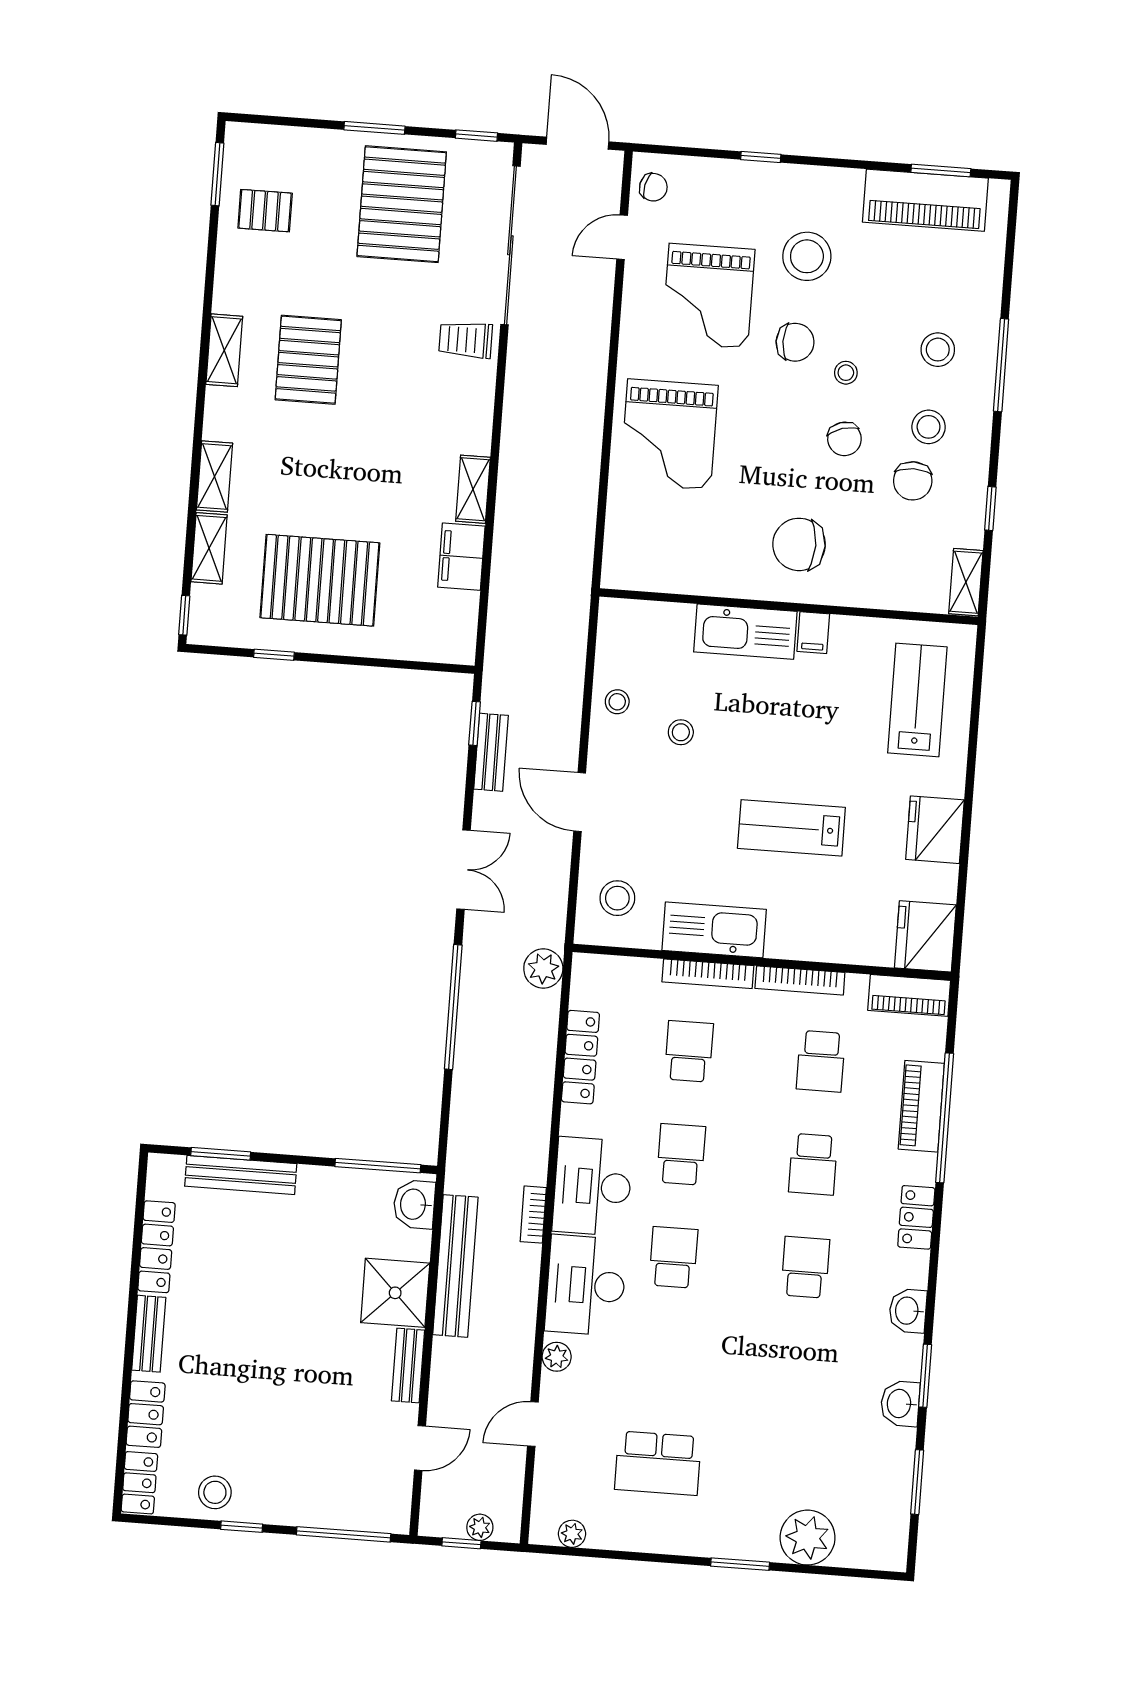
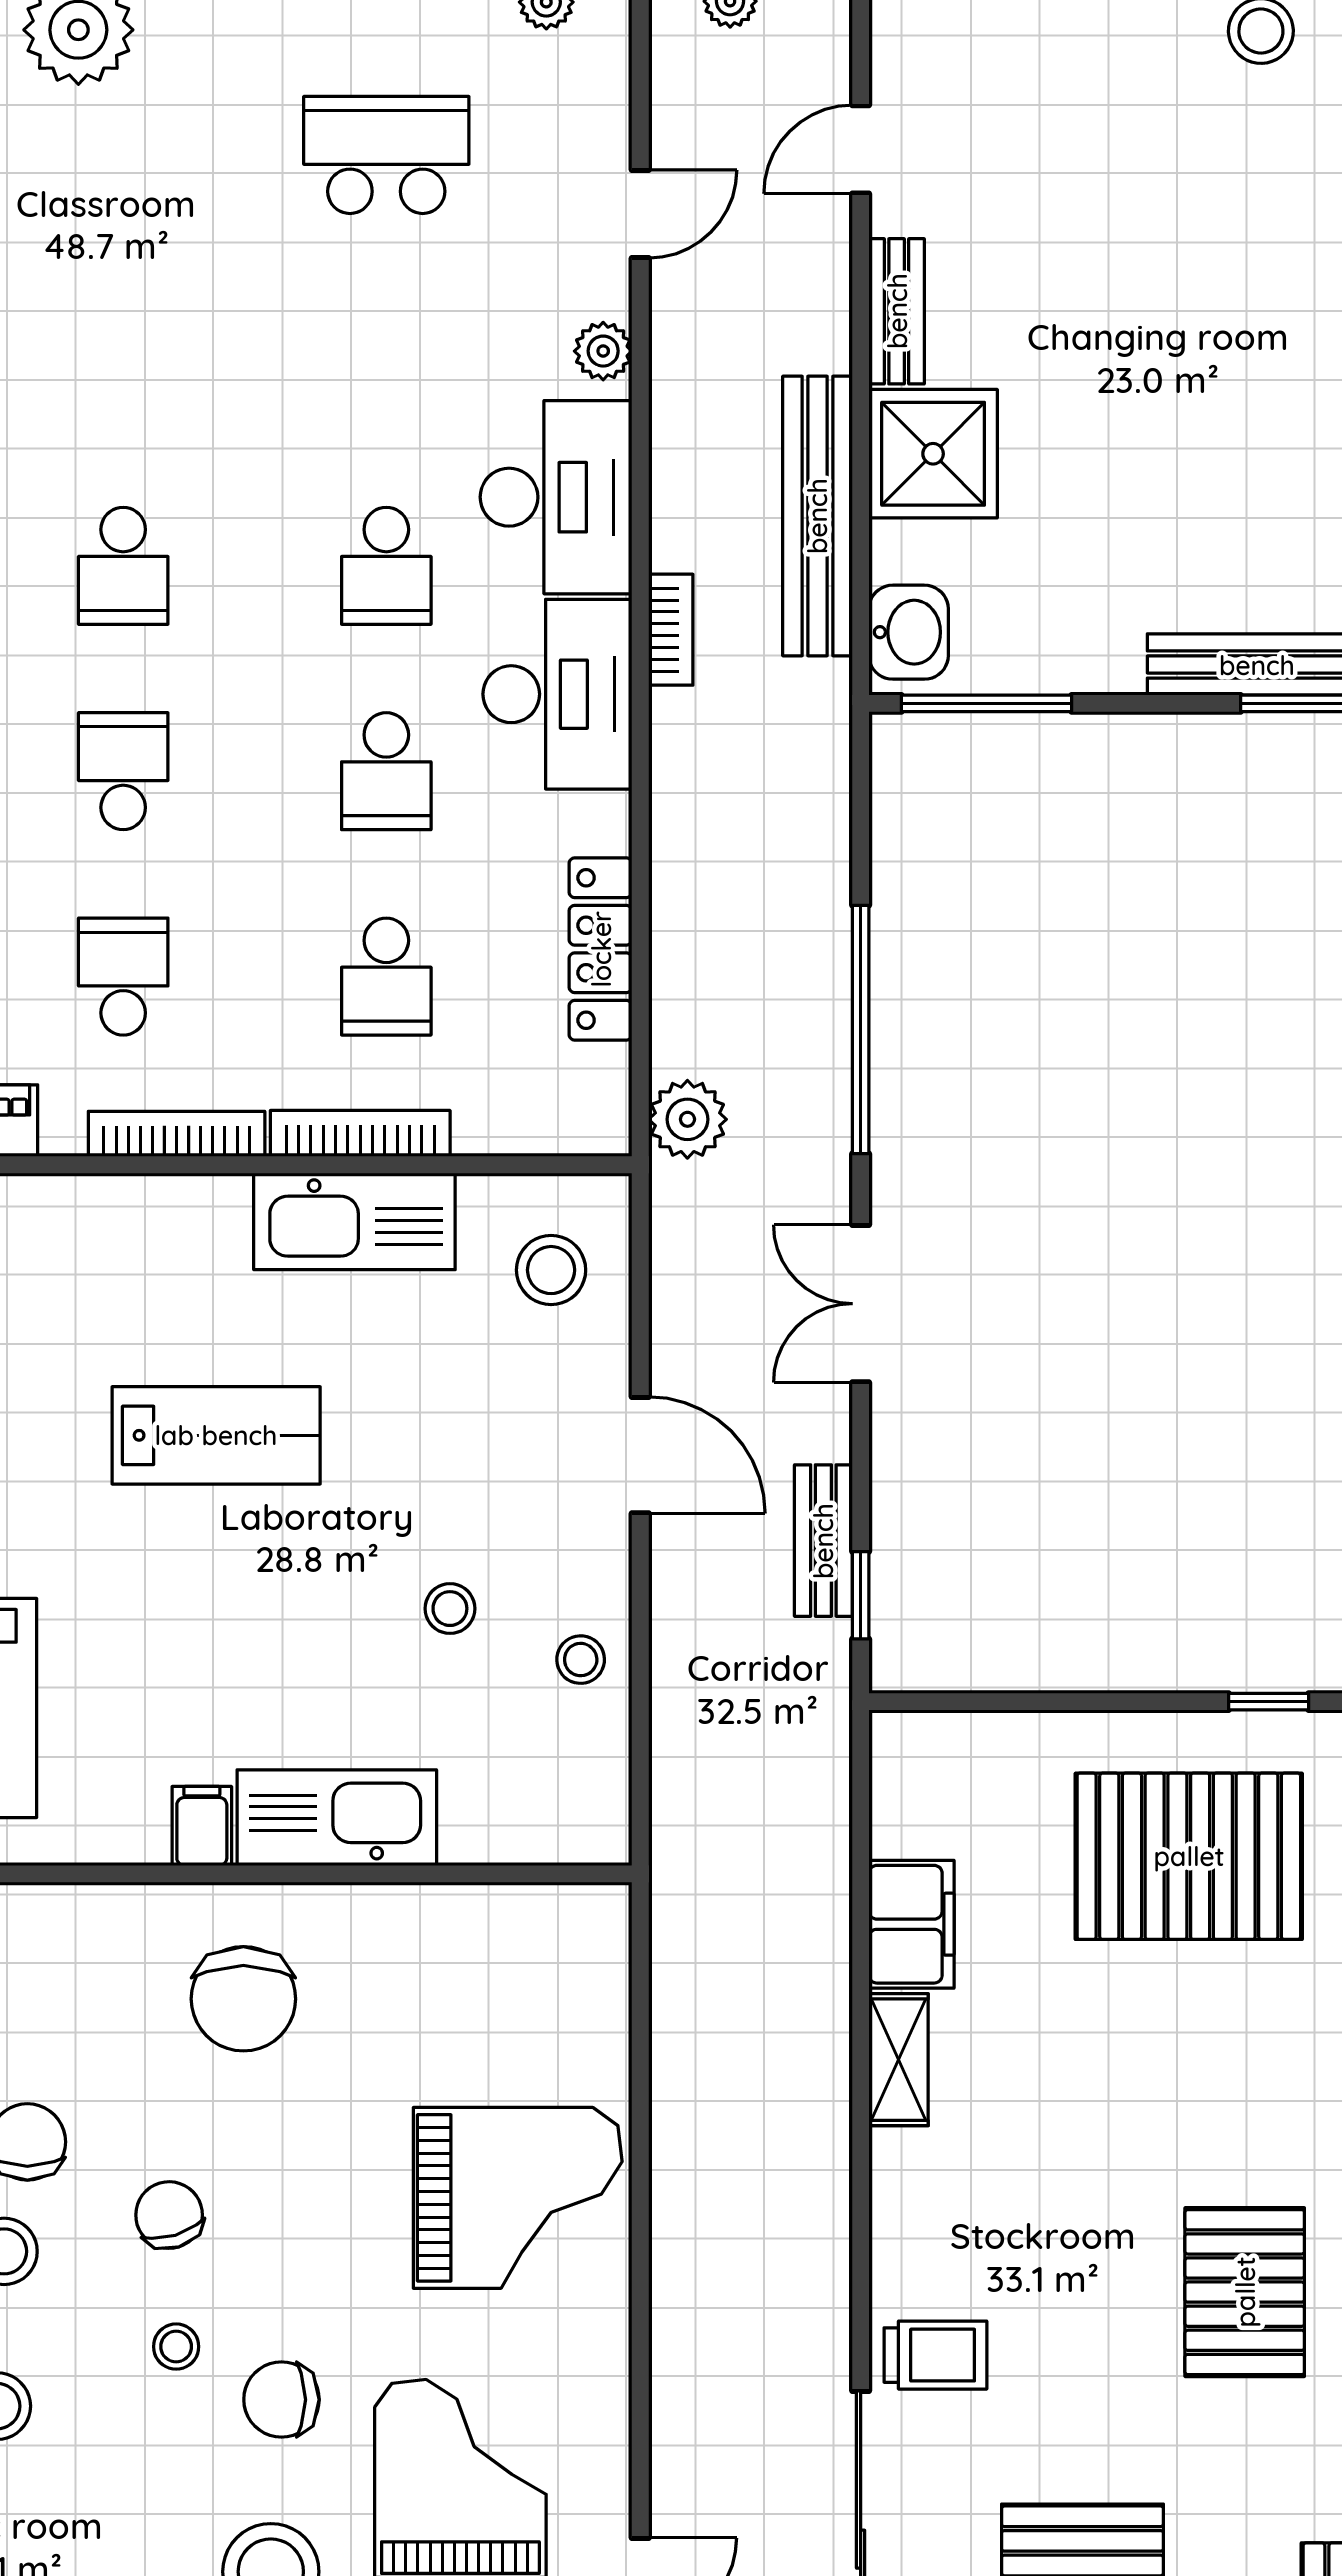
grand piano: (669, 434) -> (518, 2198), turned 90
chair: (799, 544) -> (243, 1999), turned 90

